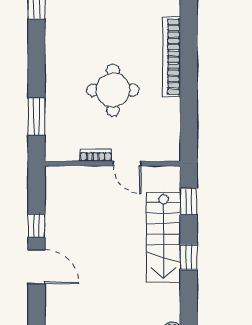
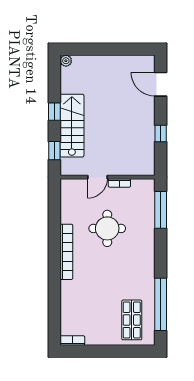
window: (37, 117) -> (161, 210), width x1.44
door: (127, 163) -> (97, 177), swing flipped
door: (37, 267) -> (161, 84), moved

